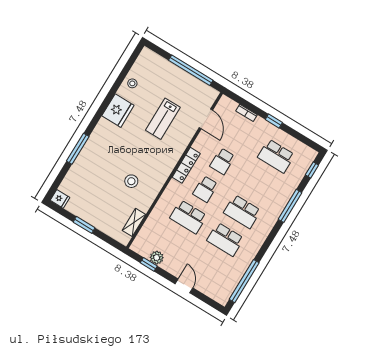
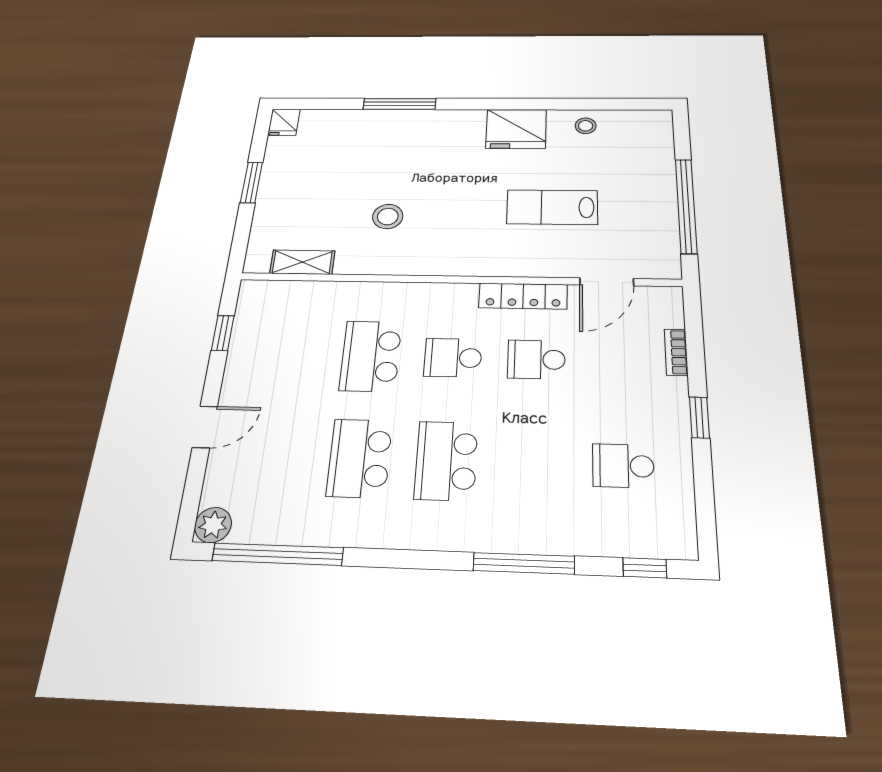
school desk: (276, 156) -> (623, 466), width x0.54
locker: (186, 165) -> (523, 296), moved
plant: (157, 258) -> (213, 525), moved

